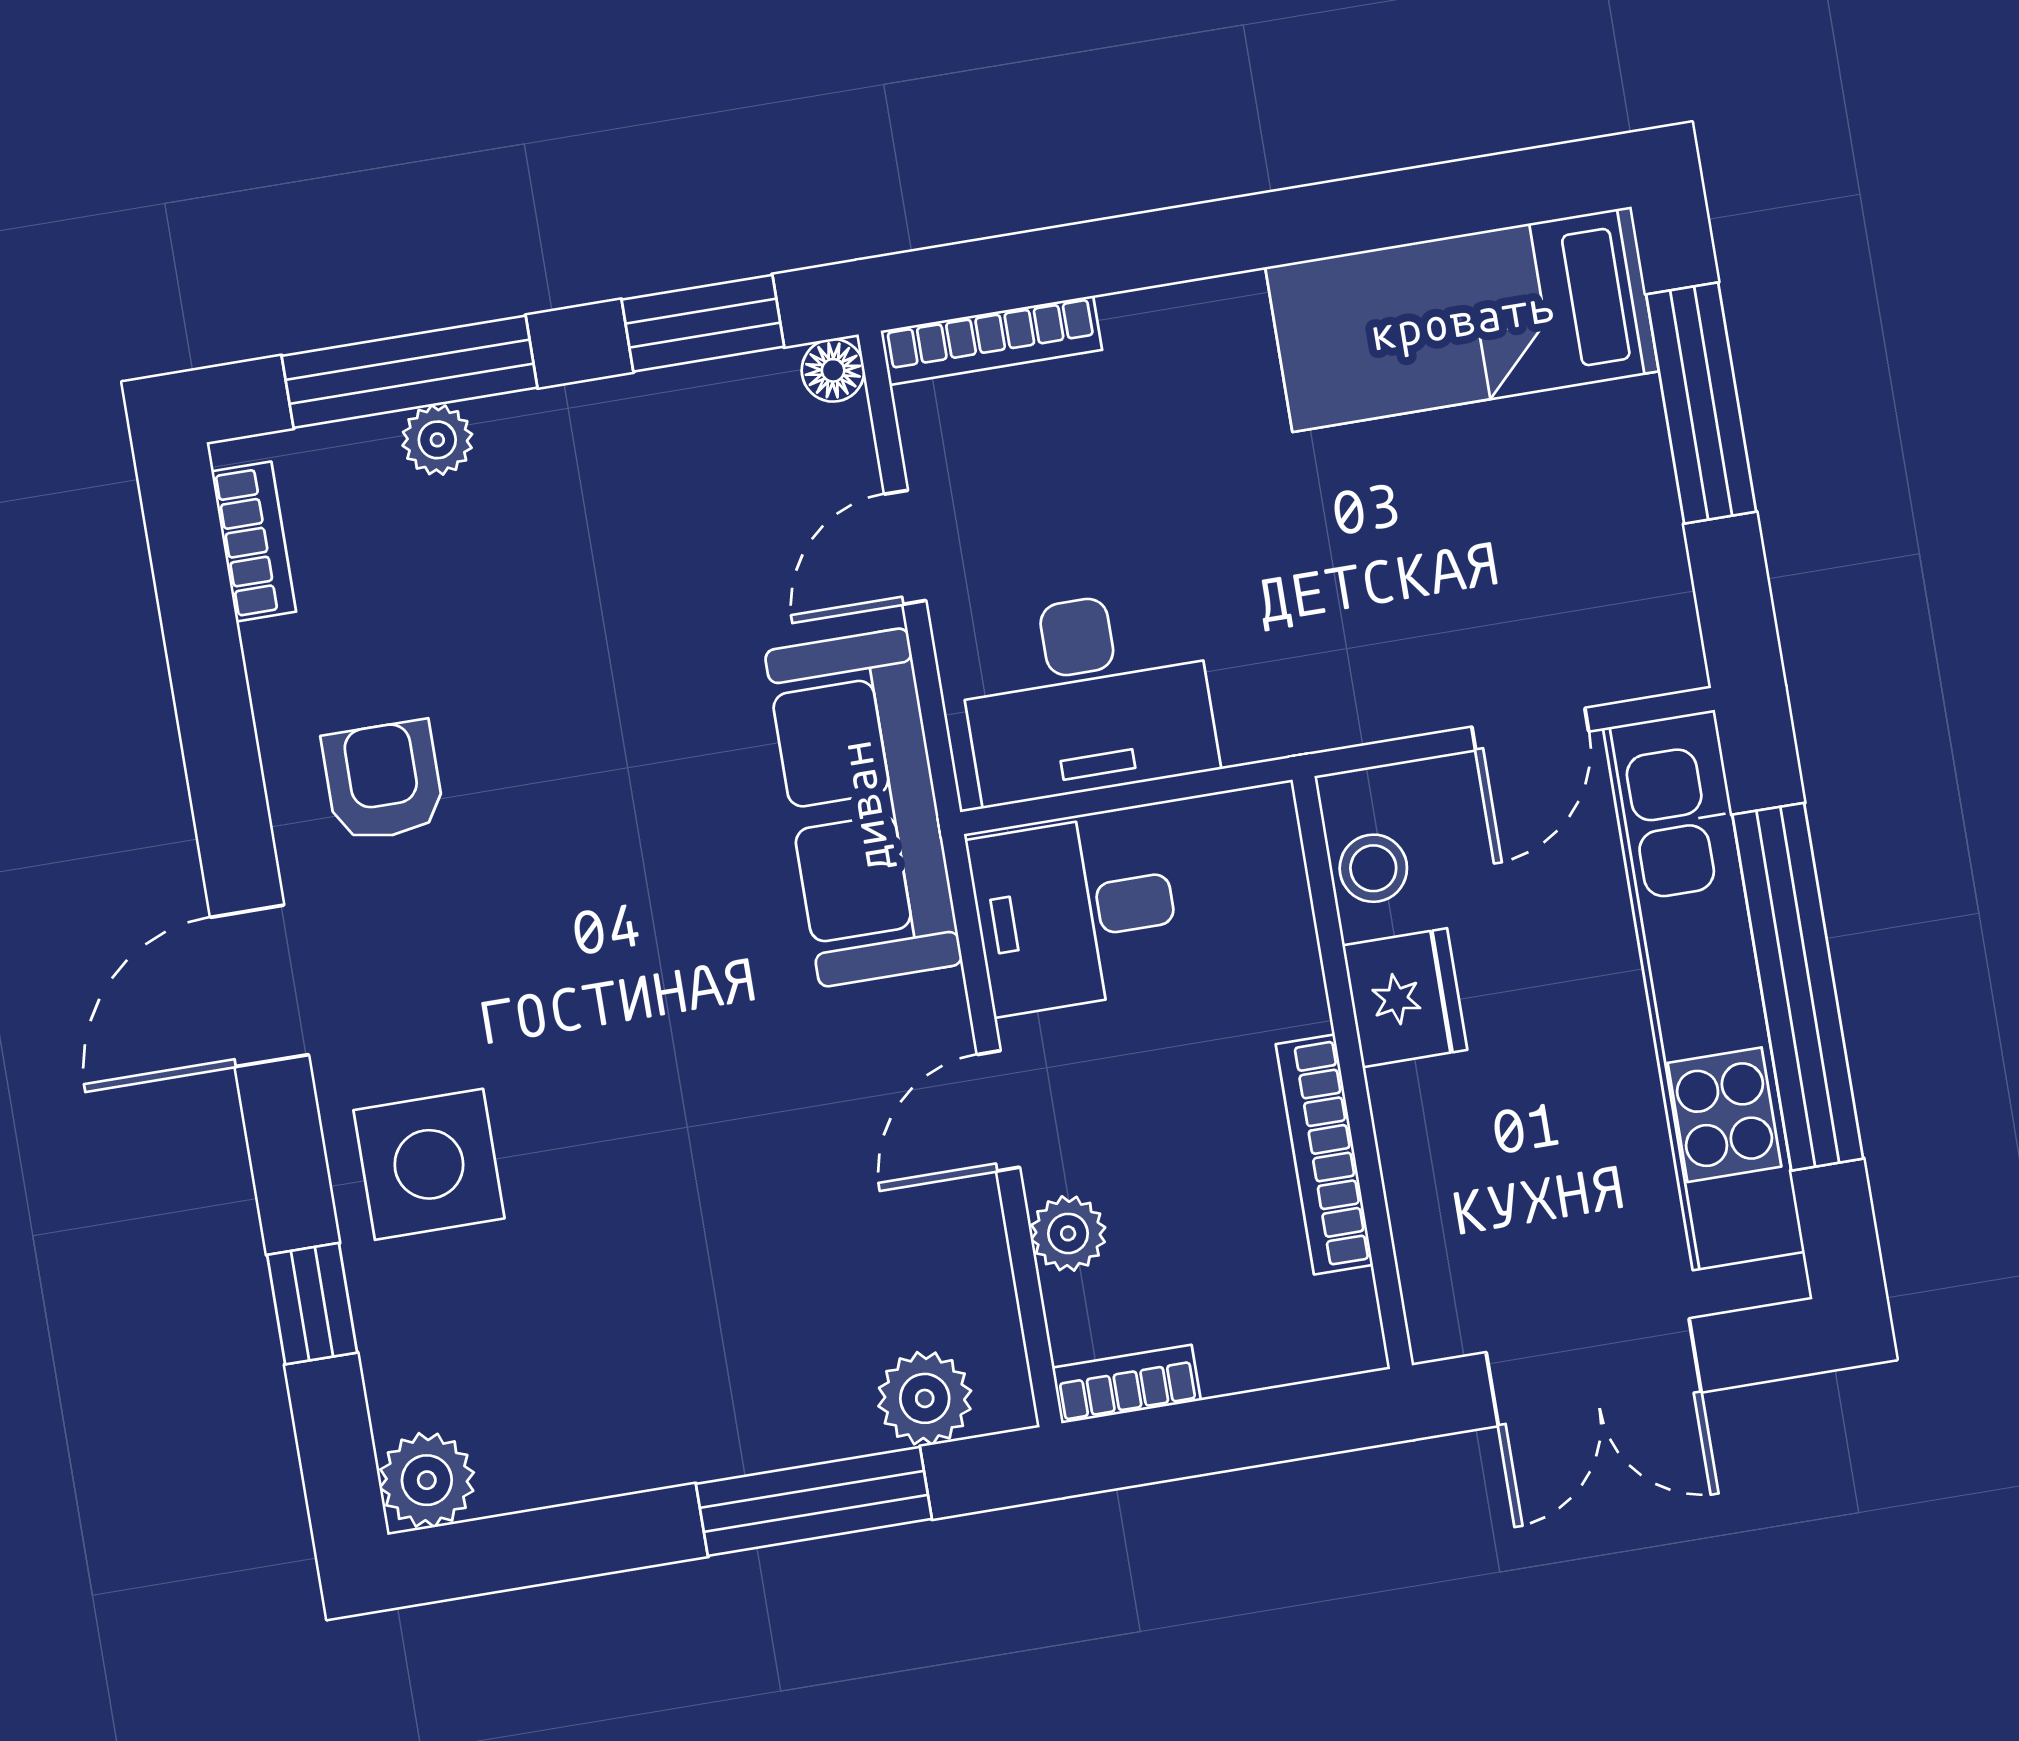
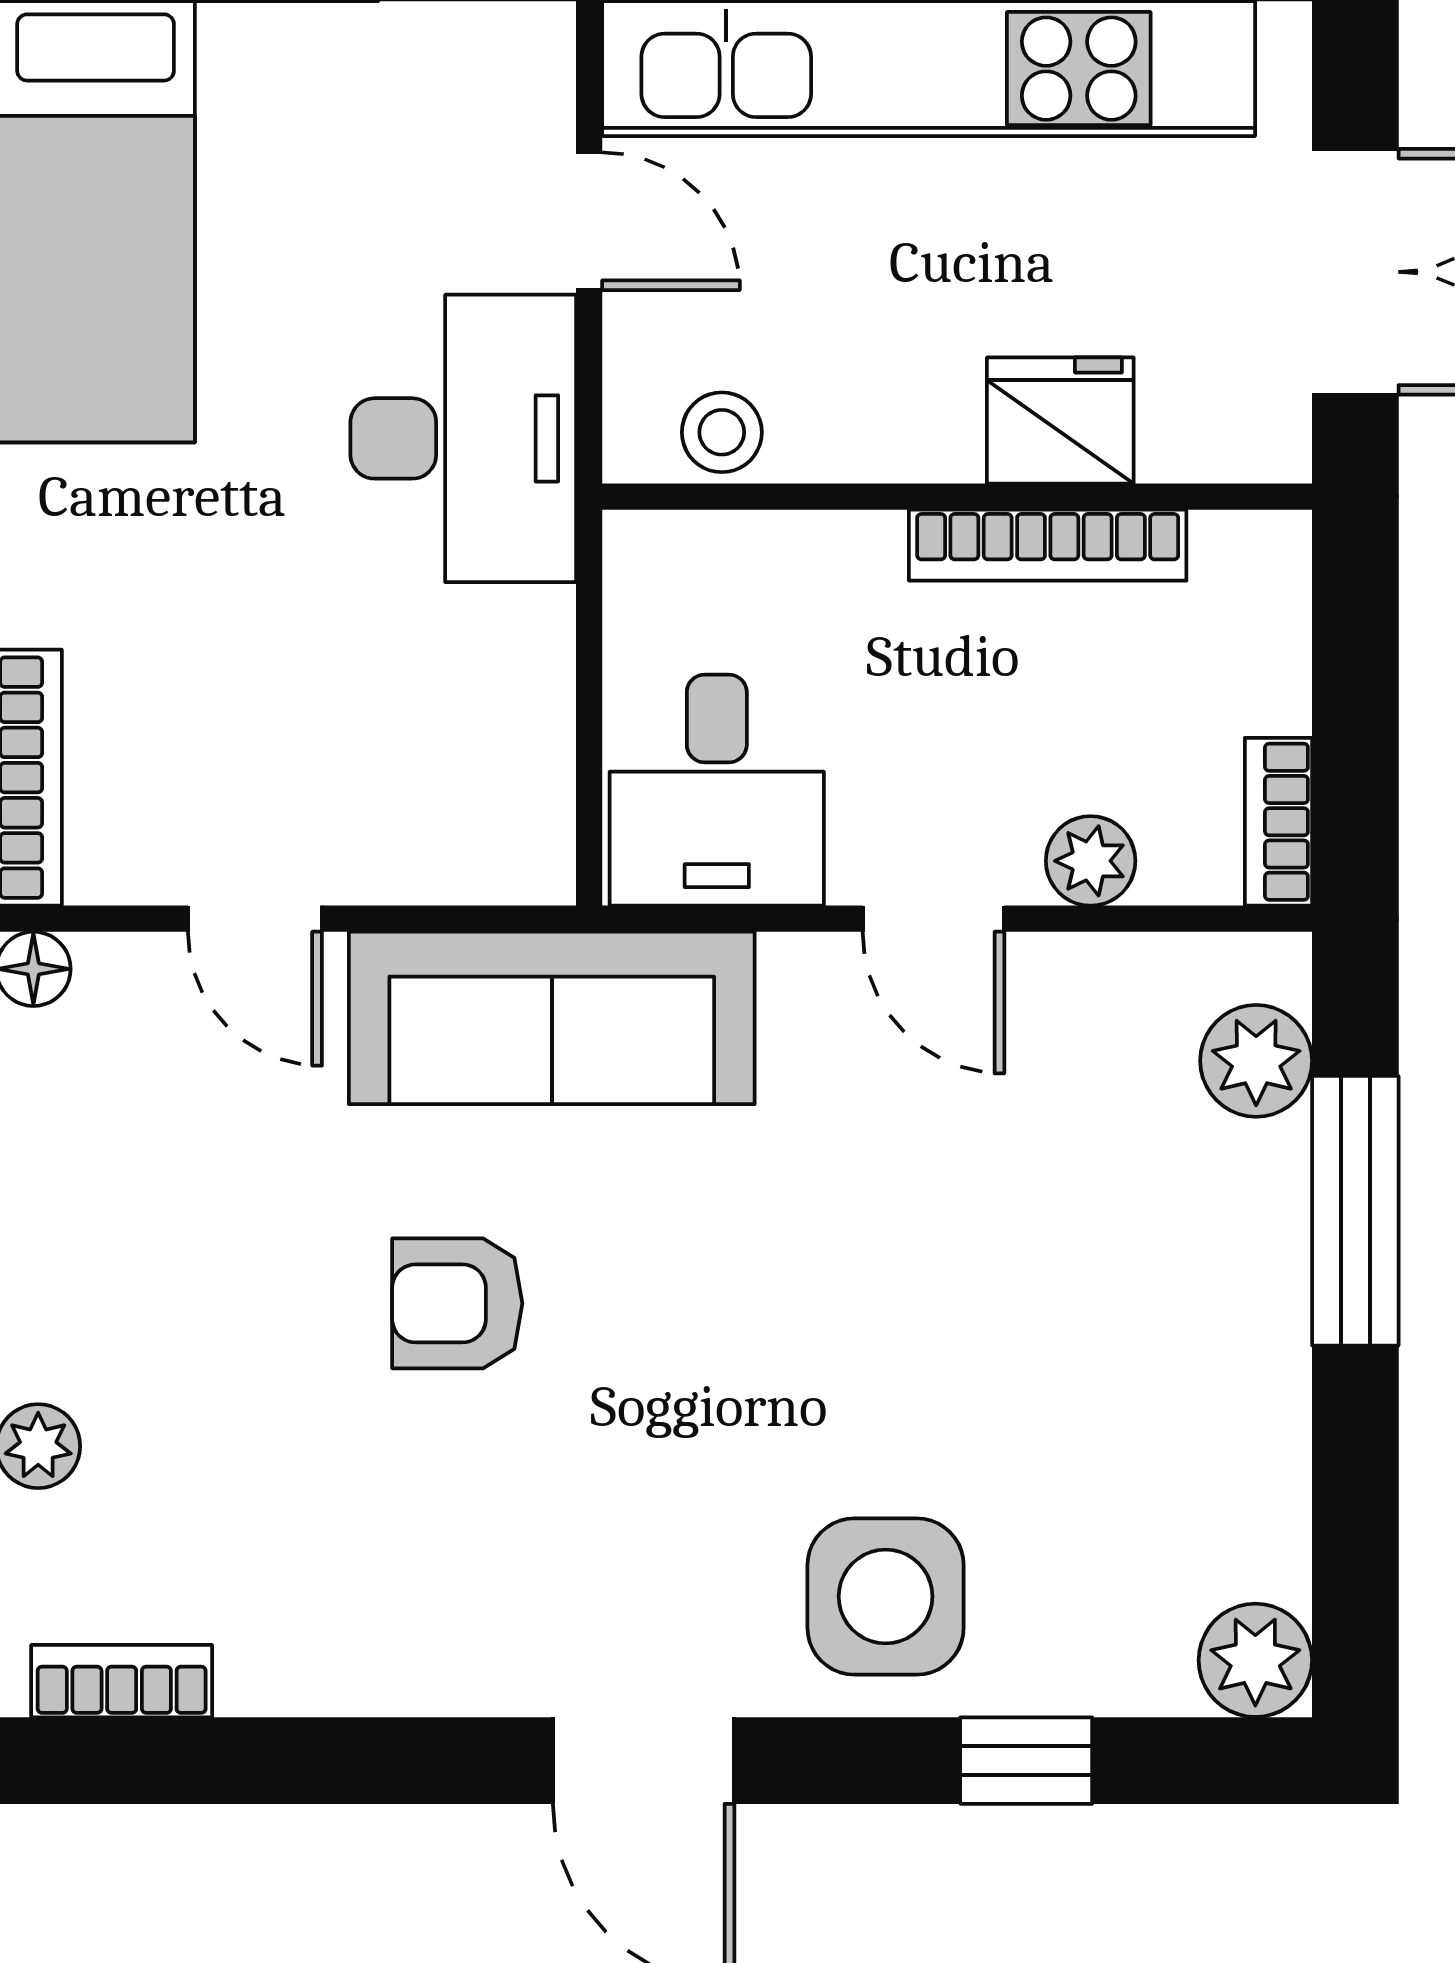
desk: (1087, 695) -> (463, 438), moved
armchair: (383, 781) -> (457, 1303), moved
fridge: (1405, 998) -> (1060, 421), moved

